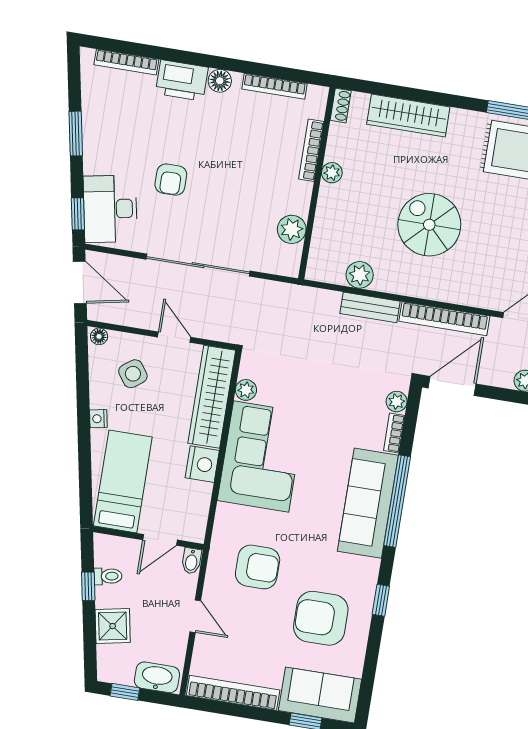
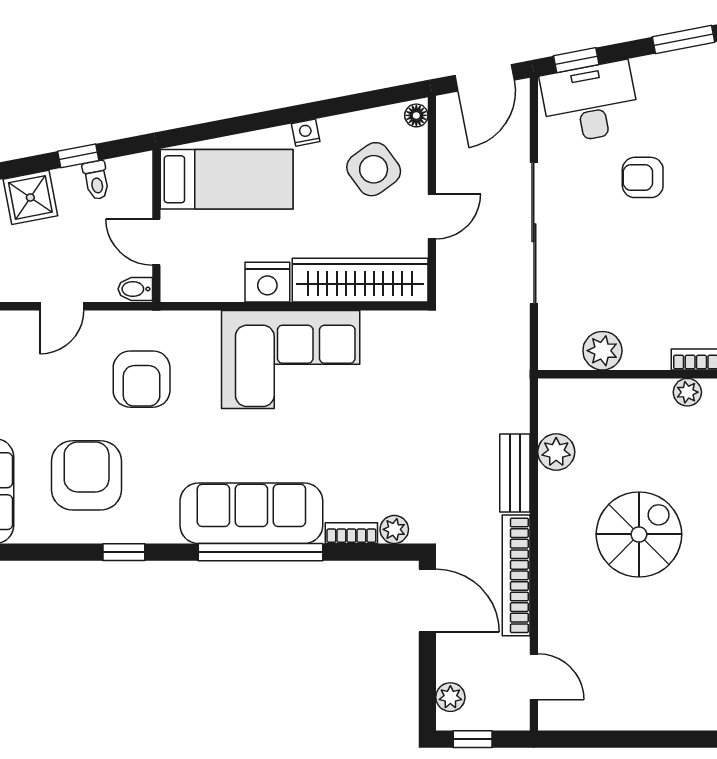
side table: (133, 374) -> (374, 169), width x1.37, depth x1.37
plant: (246, 390) -> (377, 325), removed

